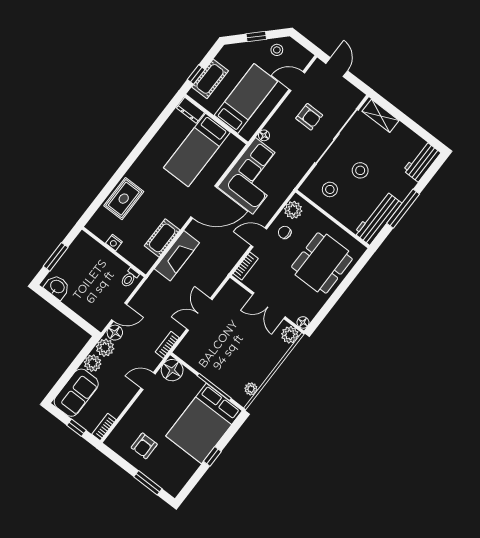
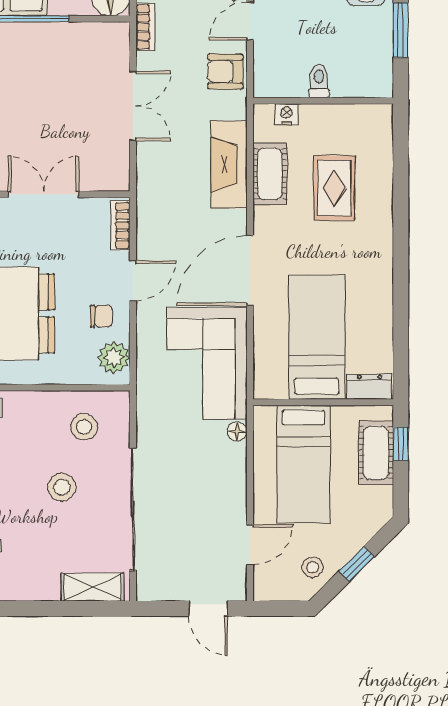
armchair: (309, 117) -> (225, 72), moved
rug: (124, 199) -> (334, 188), moved
nightstand: (114, 243) -> (286, 114), moved
toilet: (130, 278) -> (319, 81), moved

